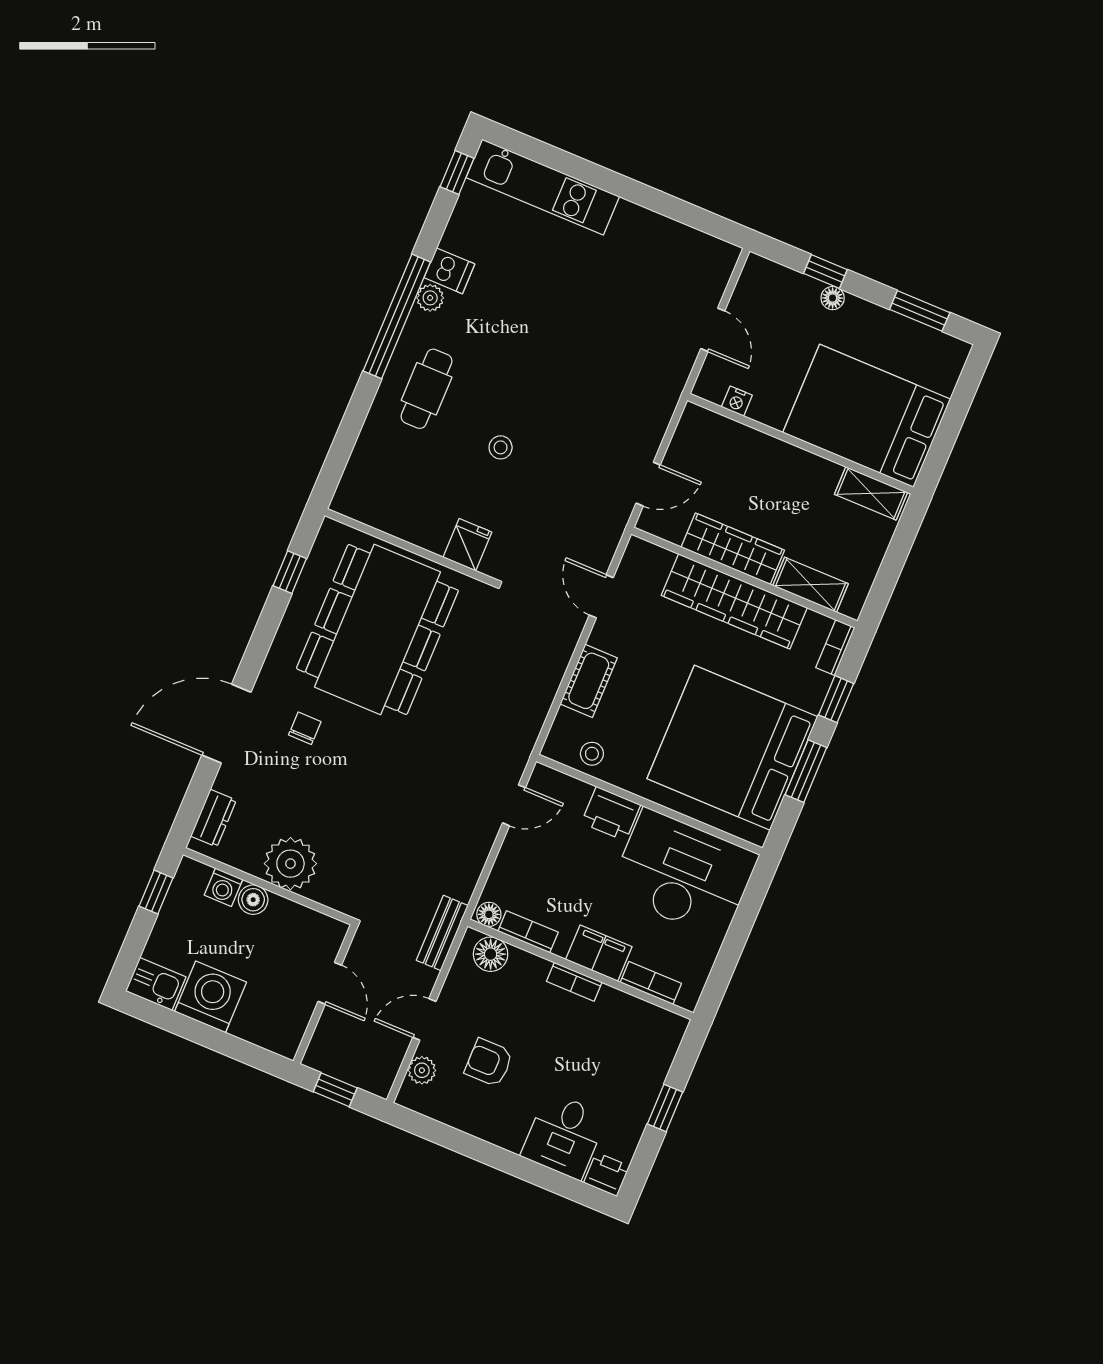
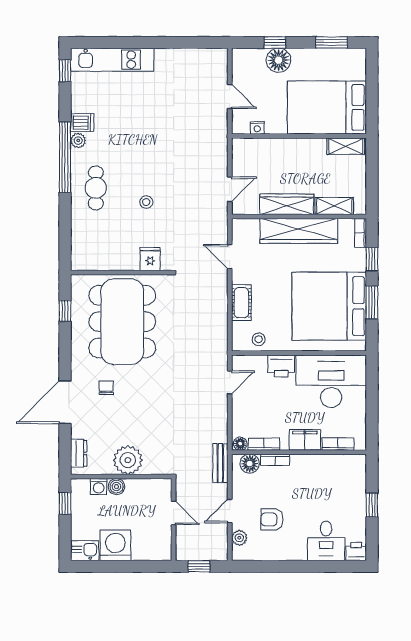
floor lamp: (833, 298) -> (279, 60), width x1.89, depth x1.89
bookcase: (574, 982) -> (275, 460), moved

